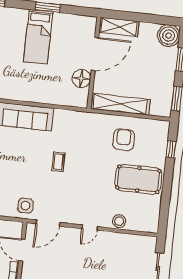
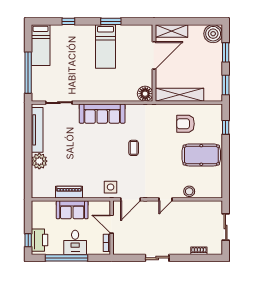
floor lamp: (81, 78) -> (145, 94), moved
armchair: (124, 140) -> (186, 124), turned -90

